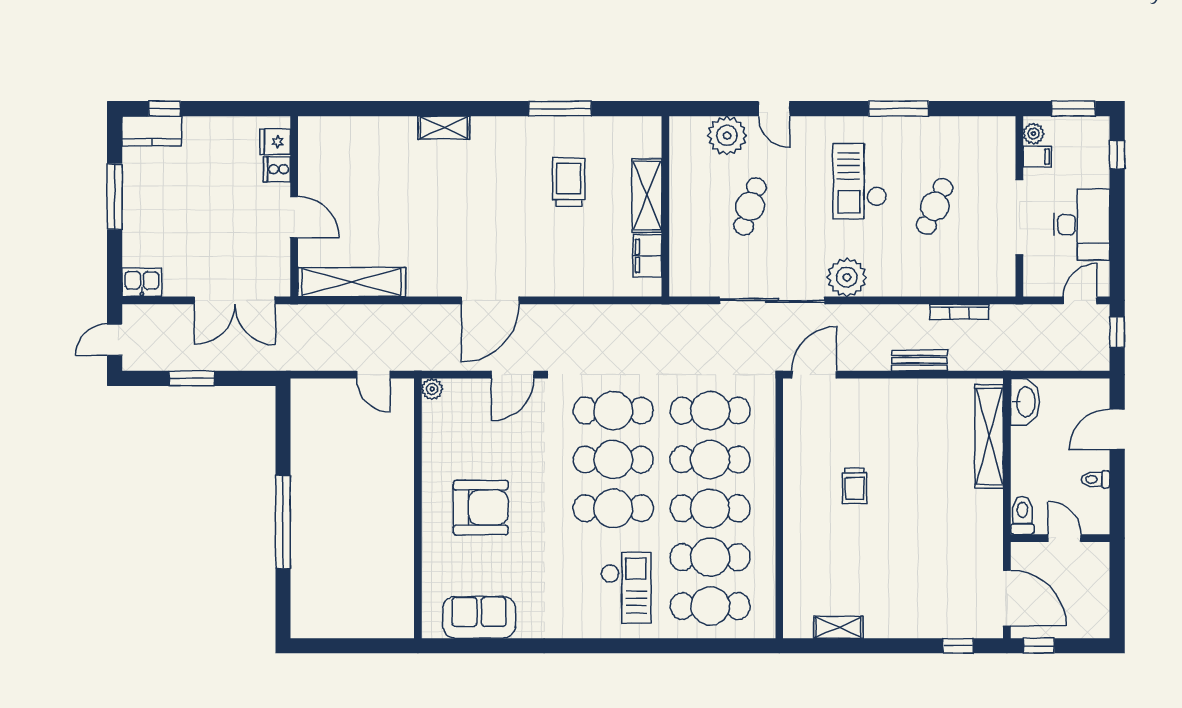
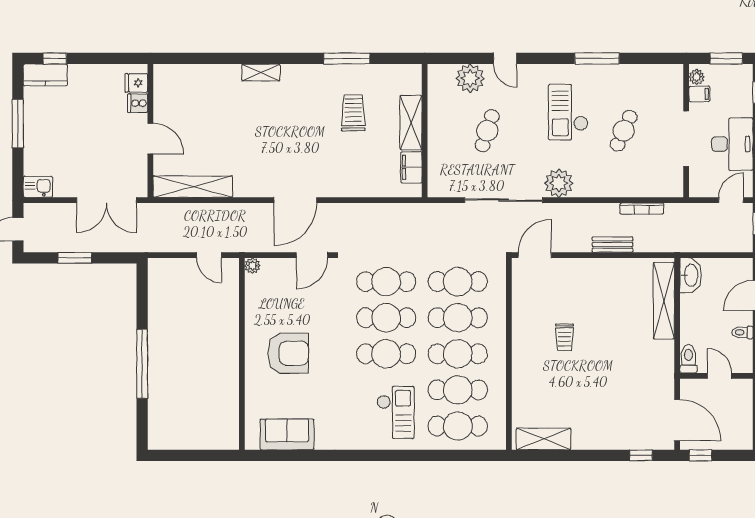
shelving: (838, 627) -> (543, 439), width x1.50, depth x1.33

